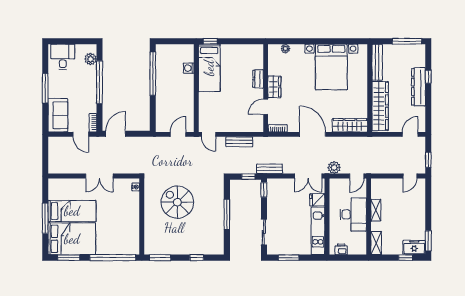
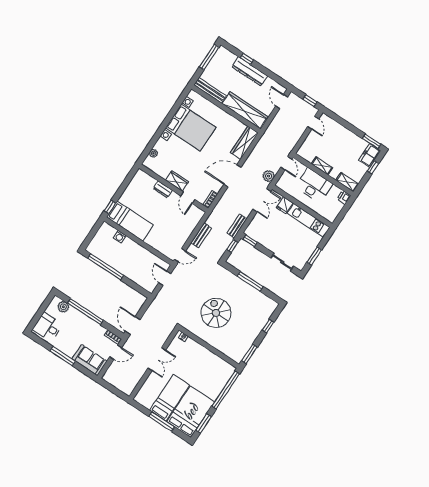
spiral stairs: (177, 202) -> (216, 313), turned 90
printer: (341, 249) -> (344, 197), moved

